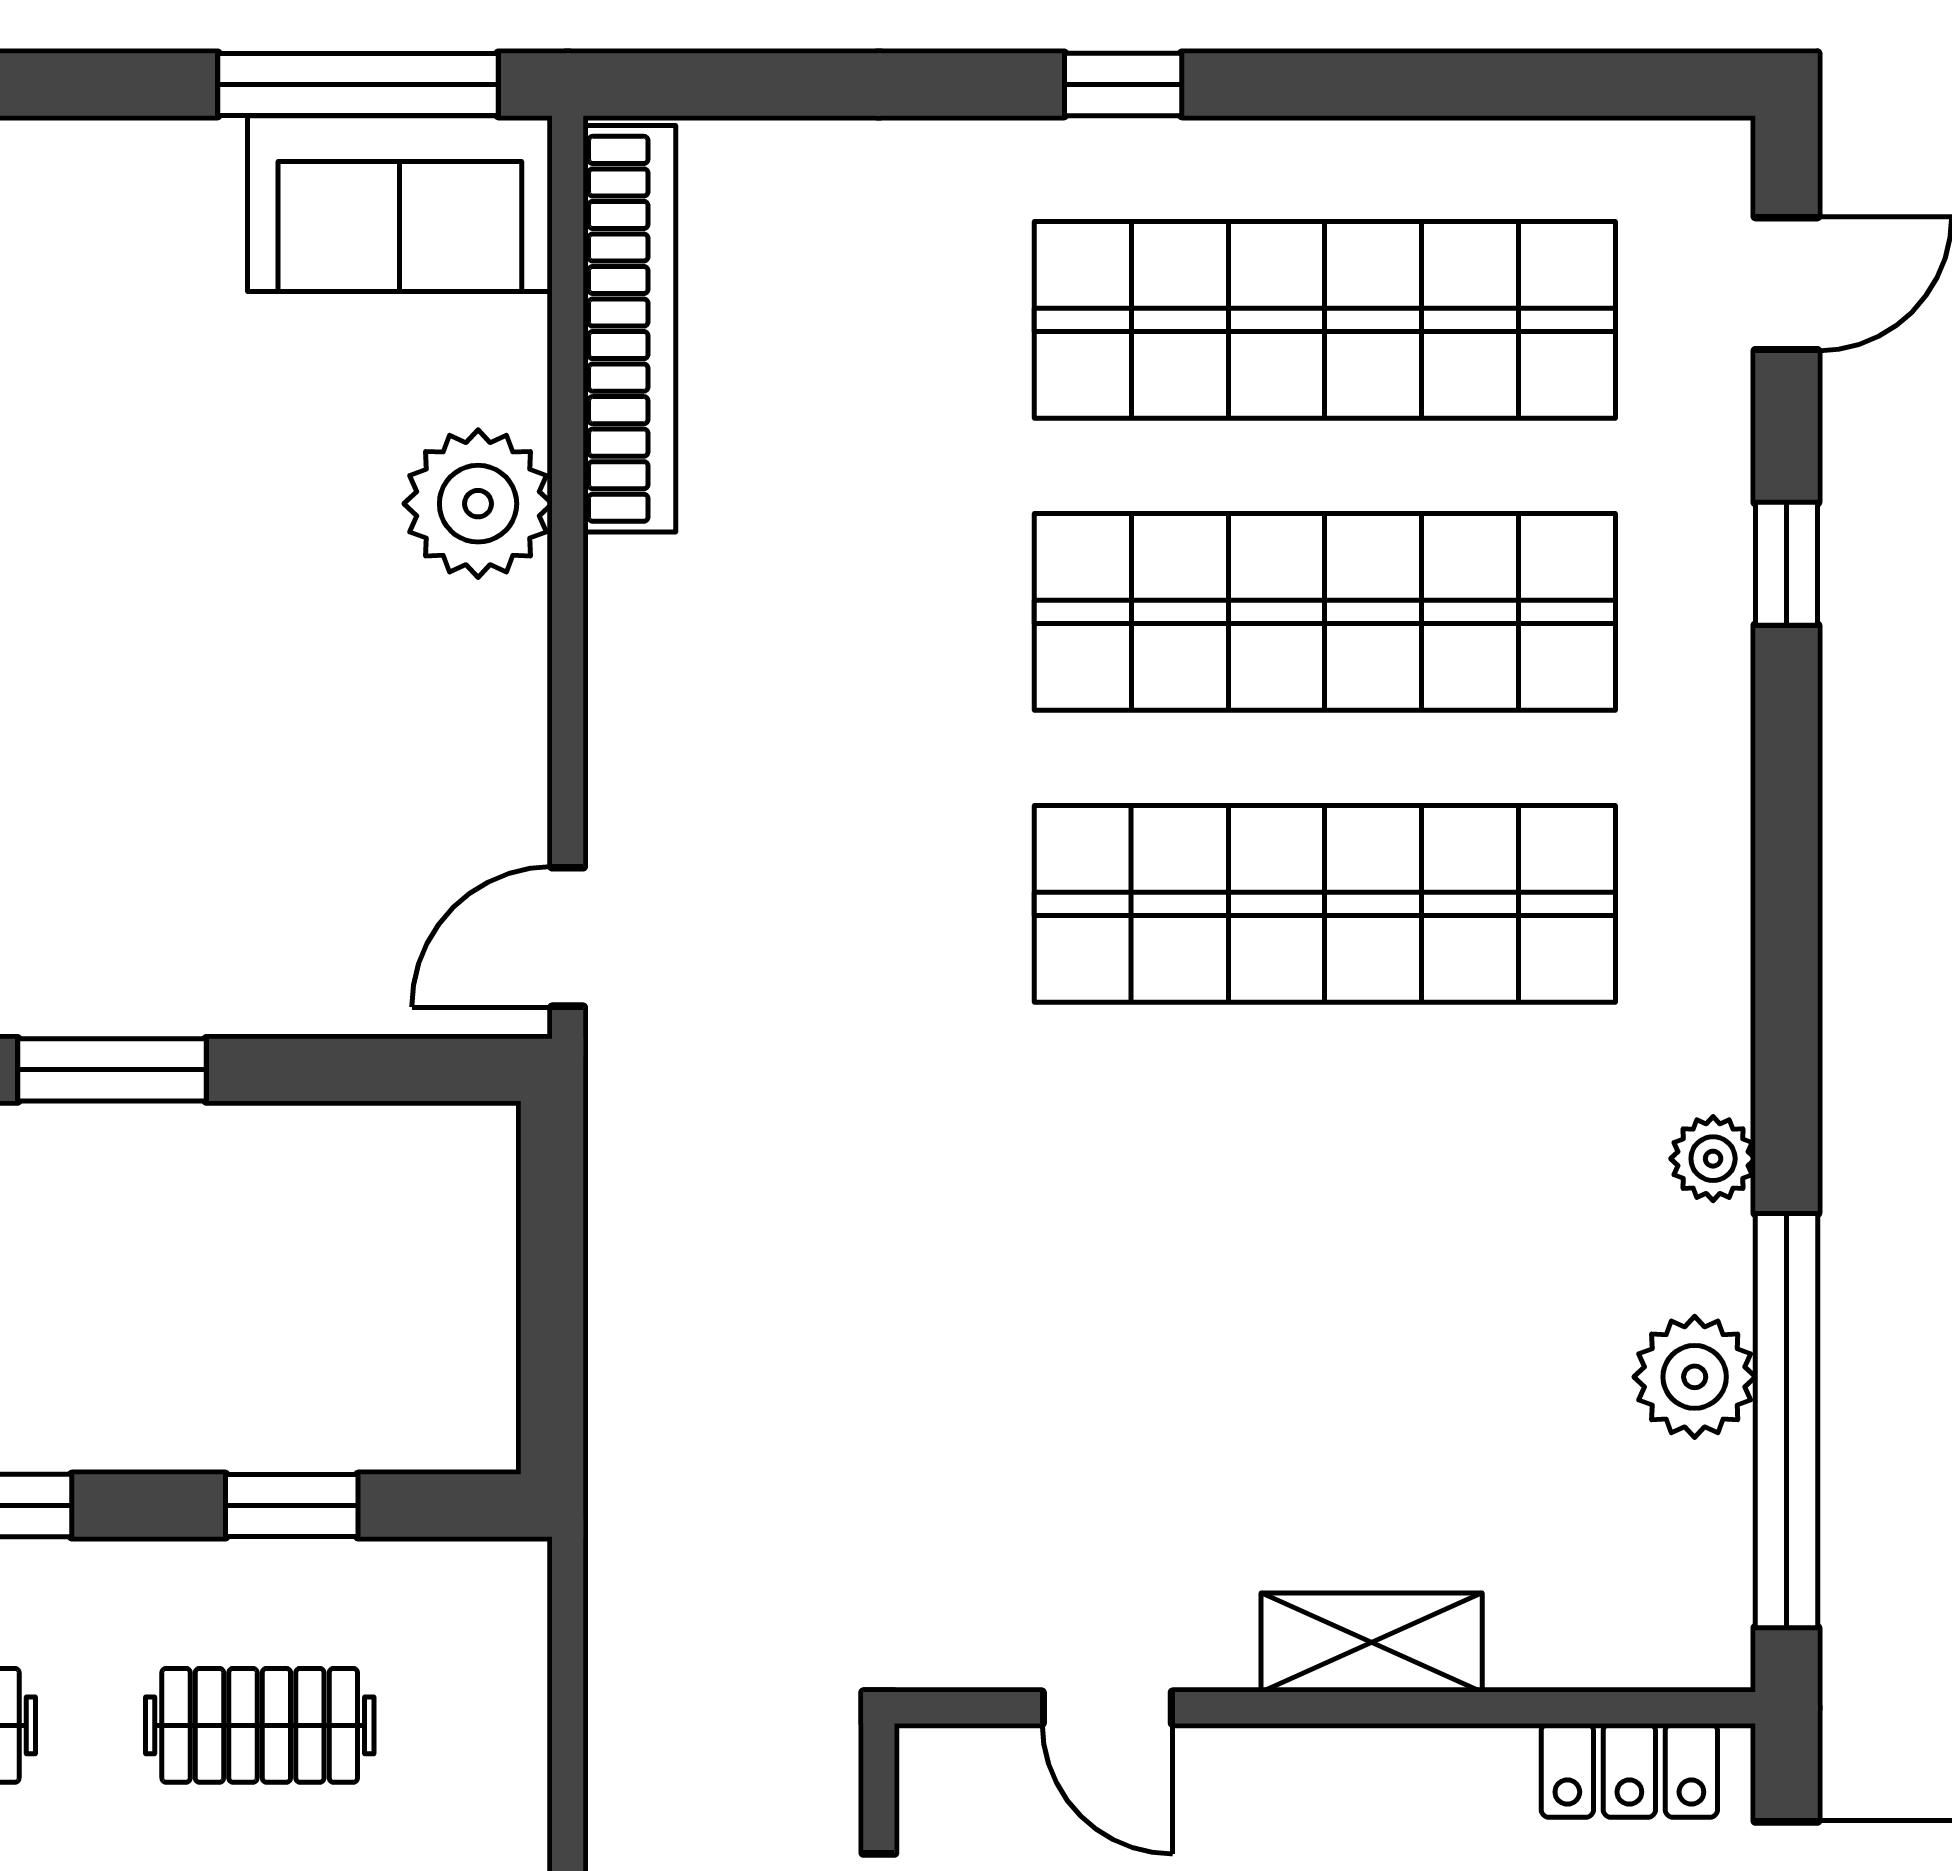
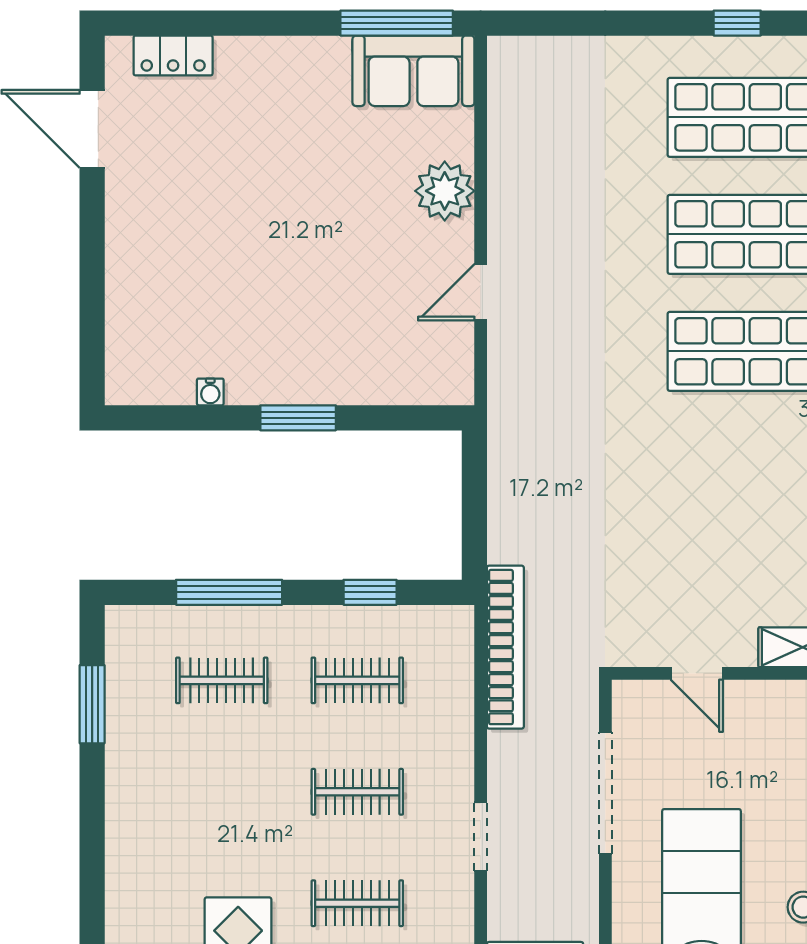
window: (1123, 84) -> (737, 23), moved
bookcase: (629, 329) -> (505, 647), moved
door: (568, 937) -> (481, 292), moved

